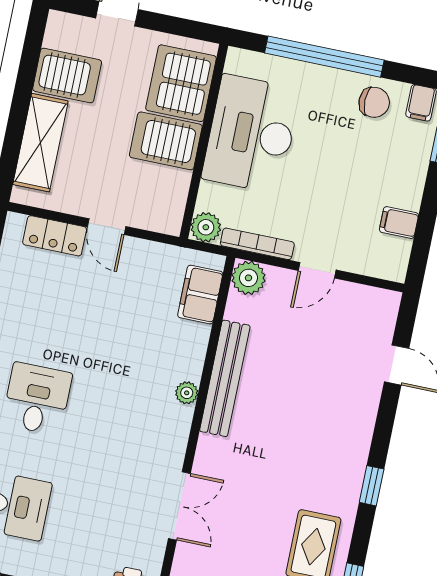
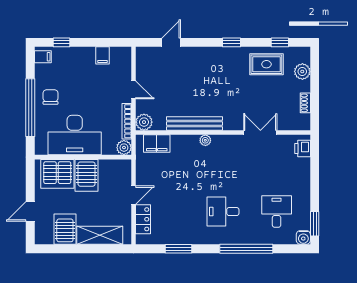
chair: (374, 102) -> (51, 97), moved

